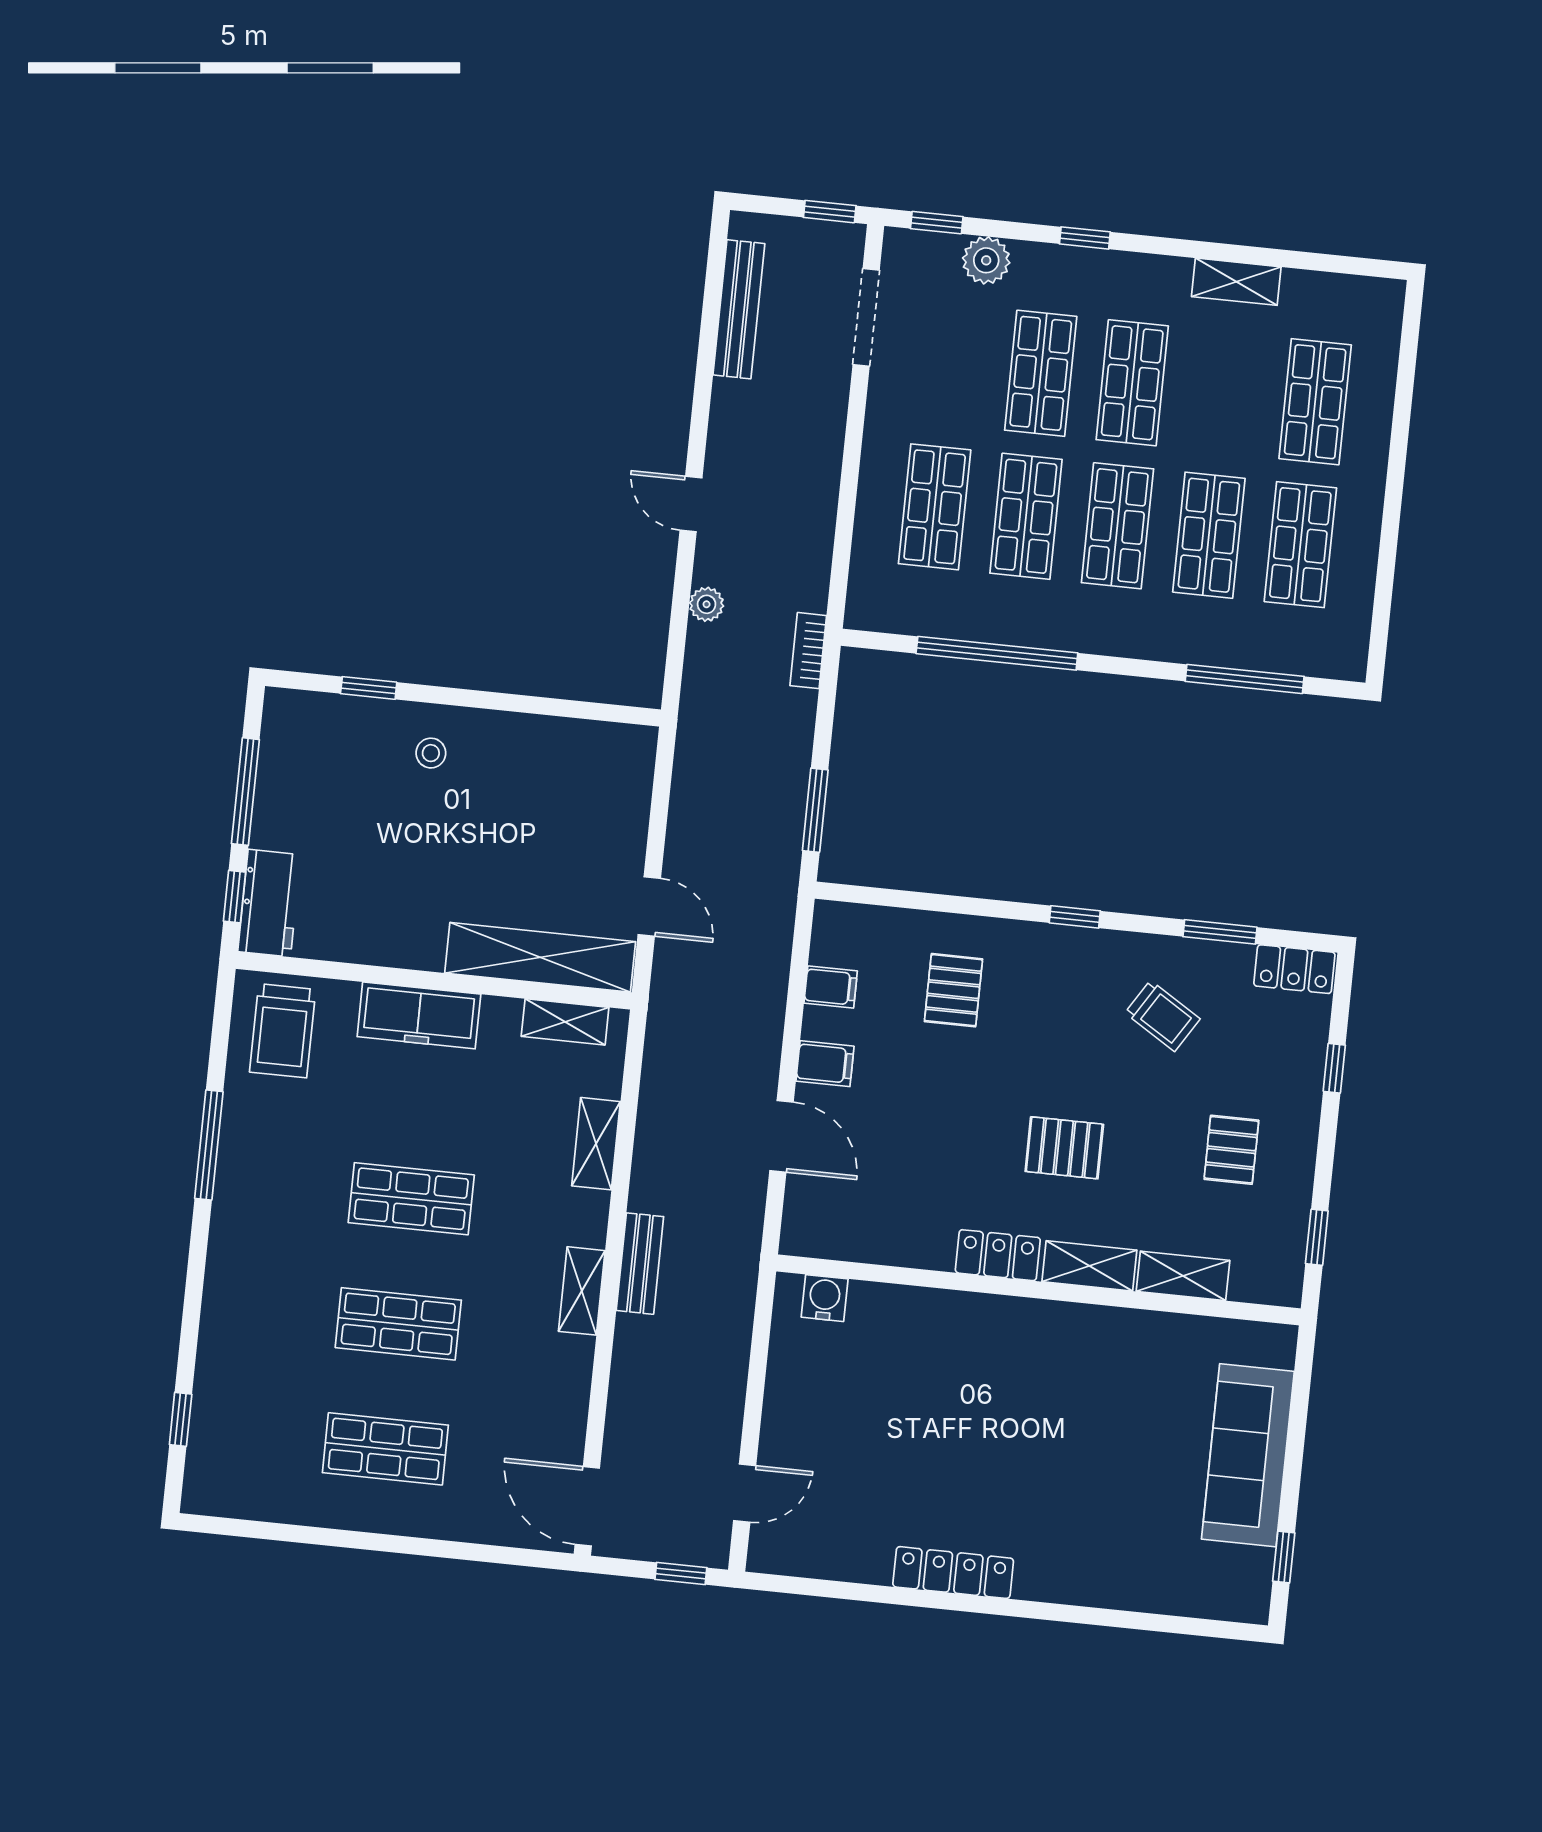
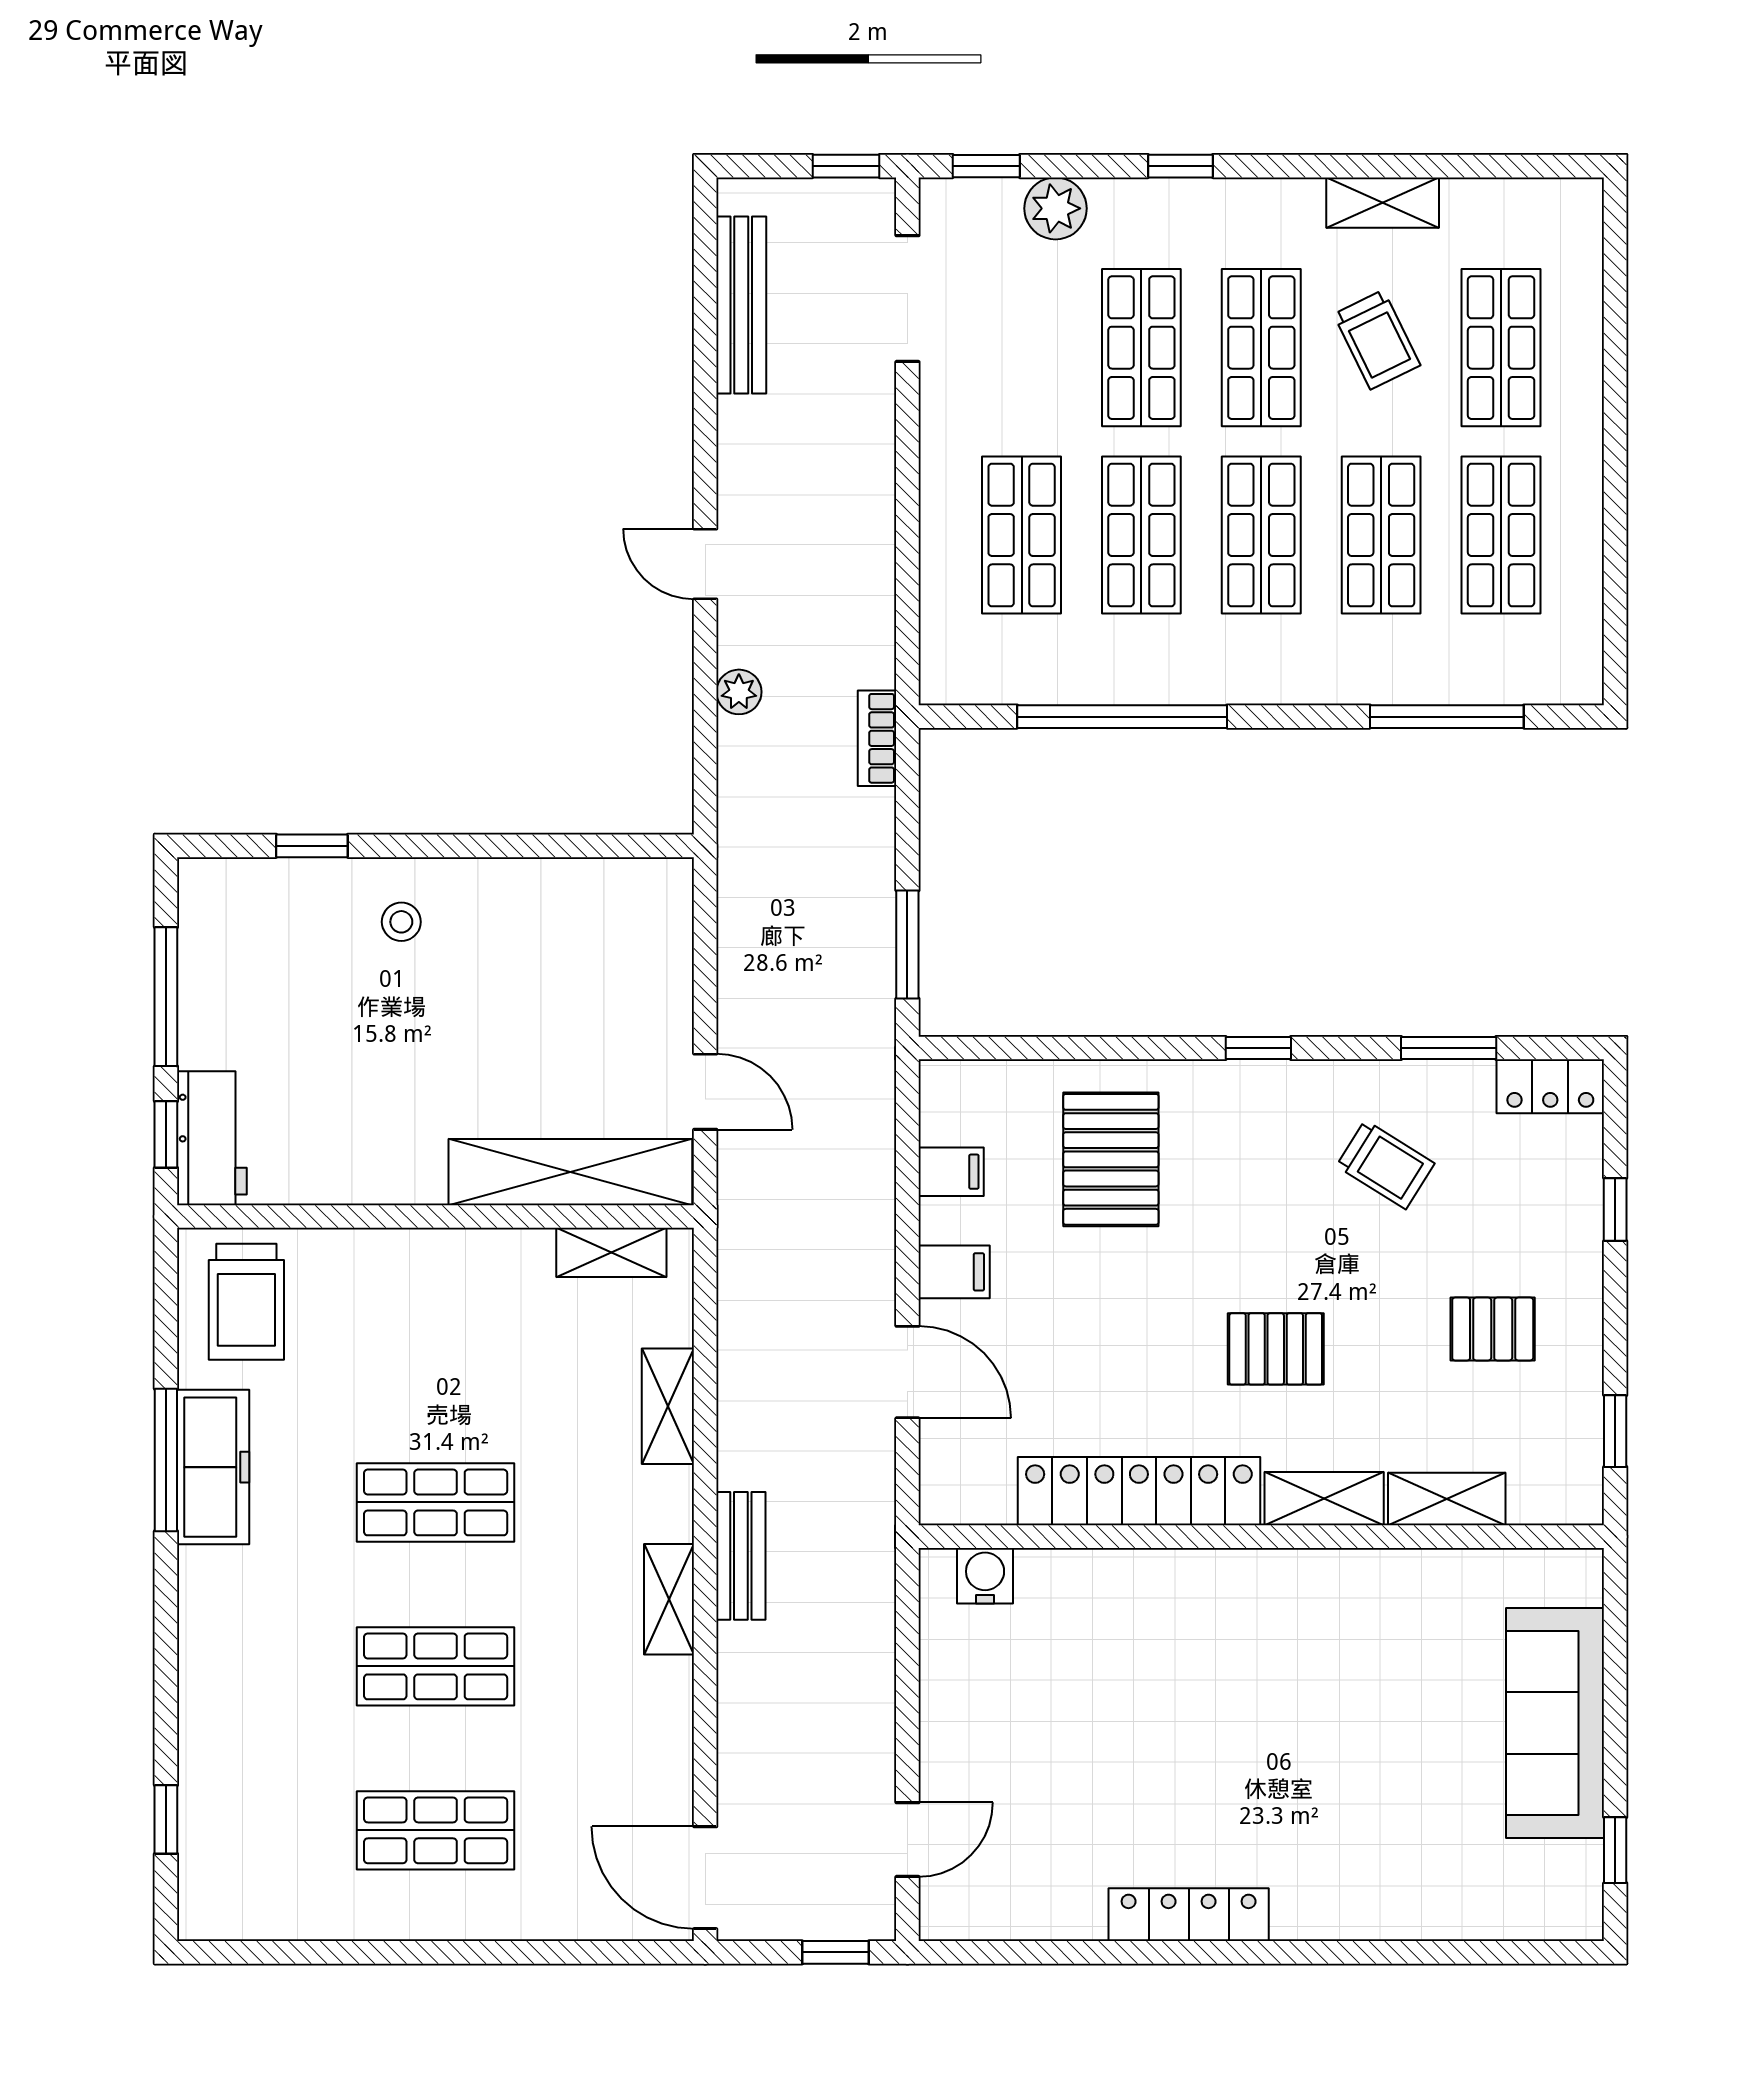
trolley: (1221, 386) -> (1377, 340), added
pallet: (953, 990) -> (1111, 1159), width x1.50, depth x1.42
freezer: (419, 1015) -> (213, 1467), moved, turned -90
pallet: (1231, 1150) -> (1493, 1329), turned 90
locker: (998, 1255) -> (1139, 1491), width x2.16, depth x1.21

